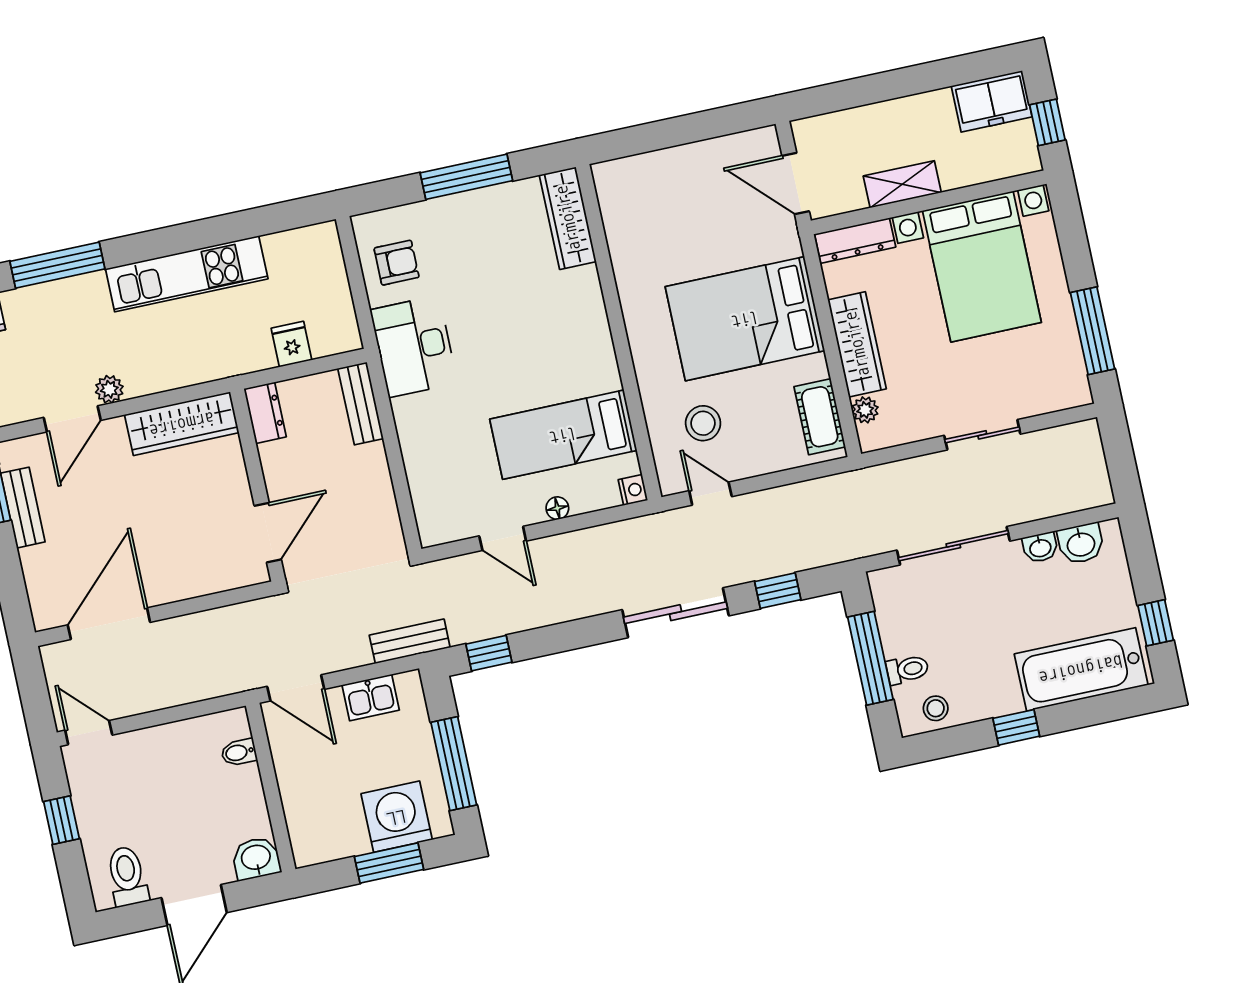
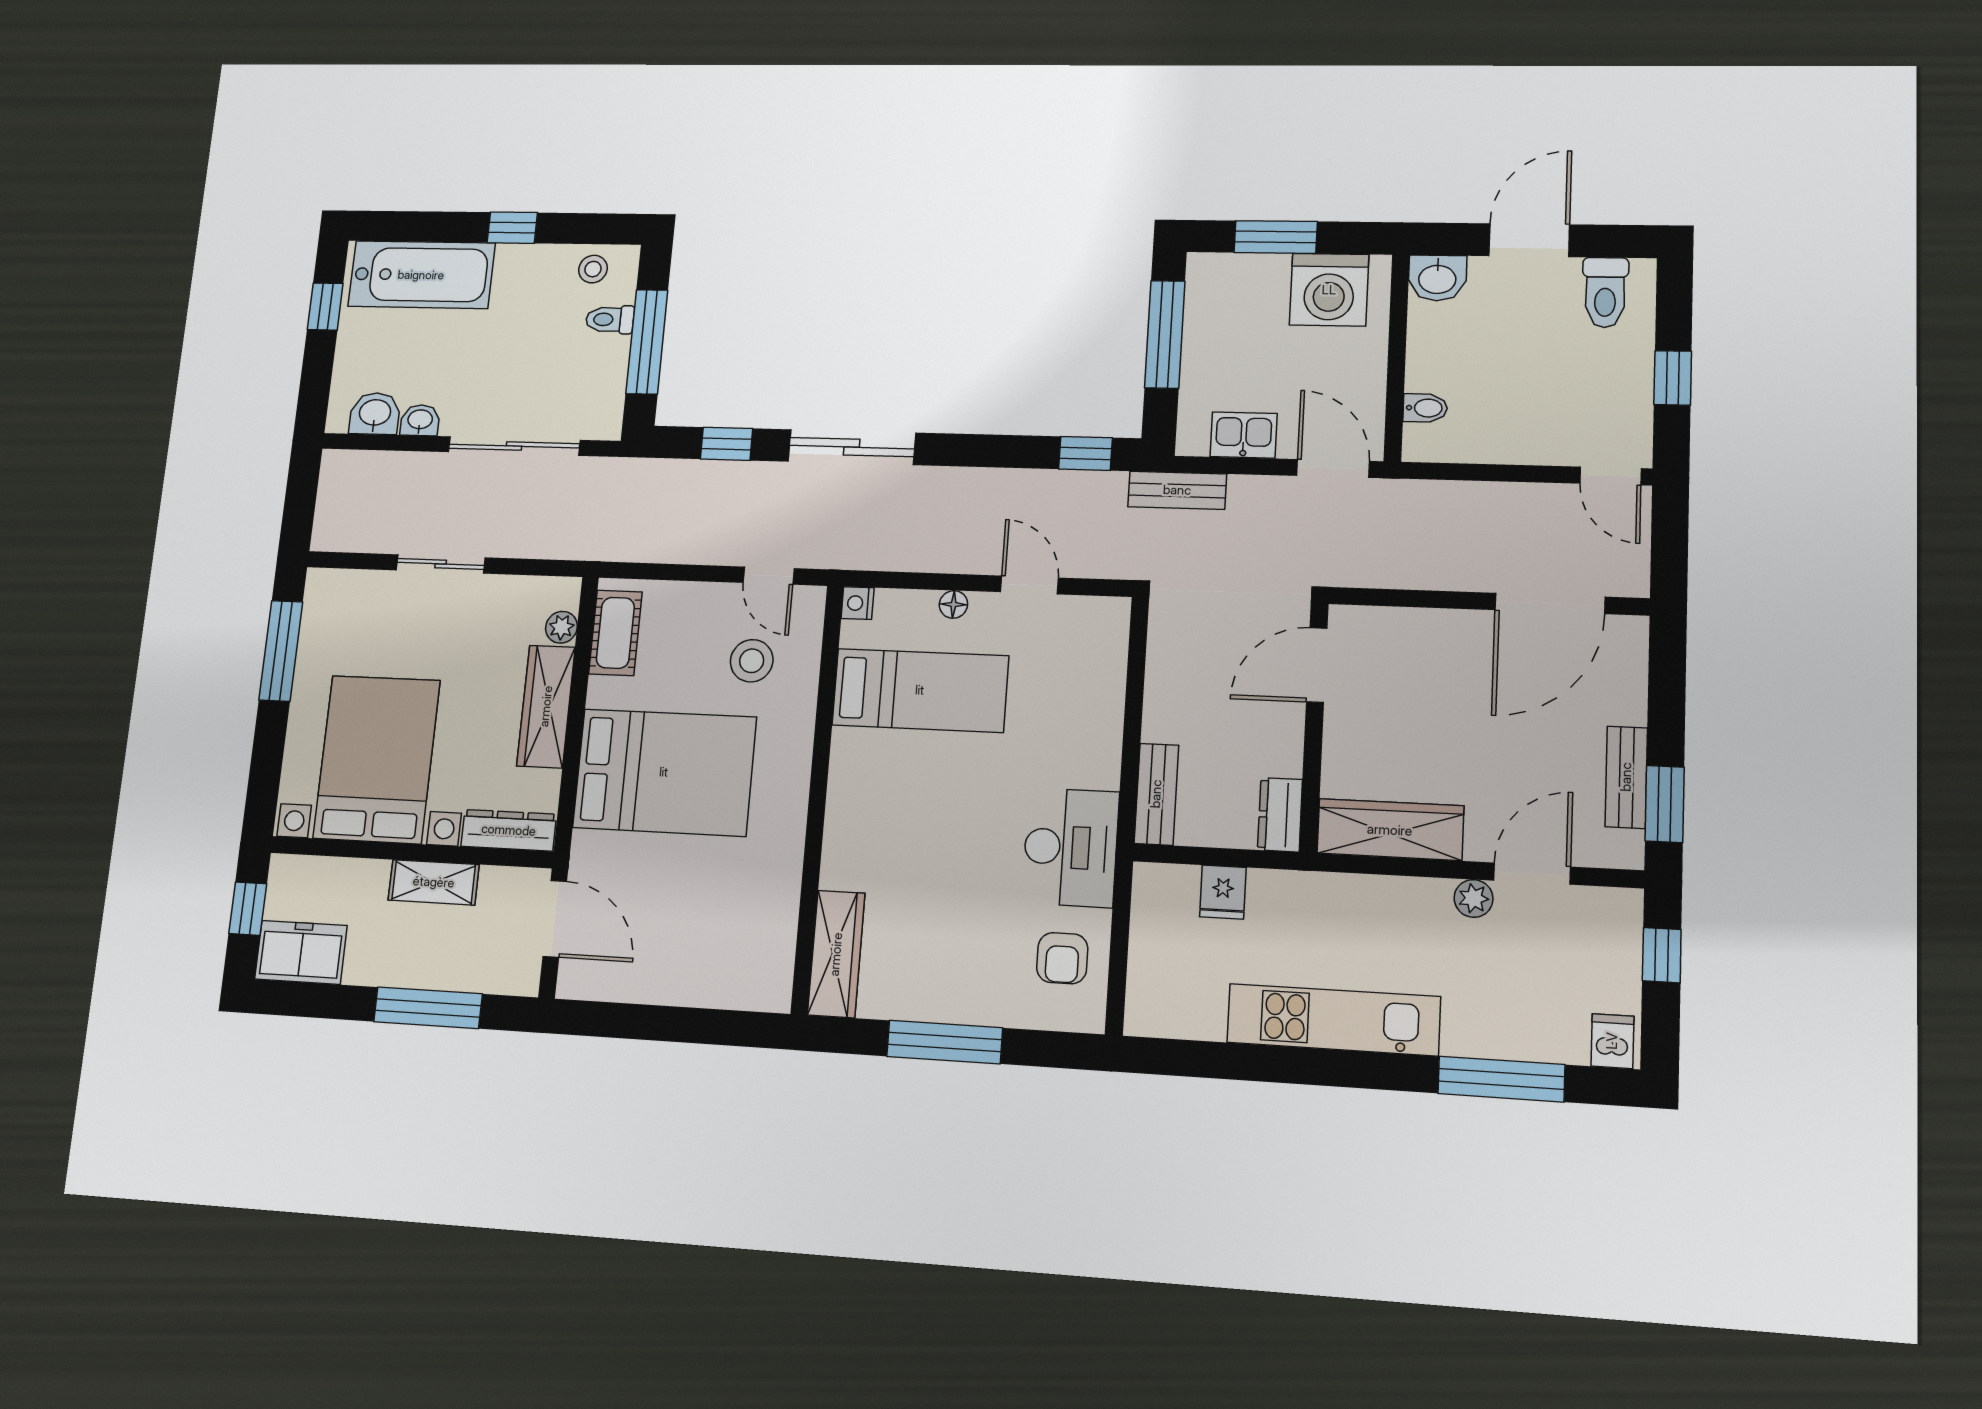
window: (874, 89) -> (428, 1008), added
armchair: (397, 263) -> (1062, 958), turned -90
washing machine: (397, 817) -> (1329, 290), moved

